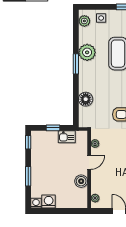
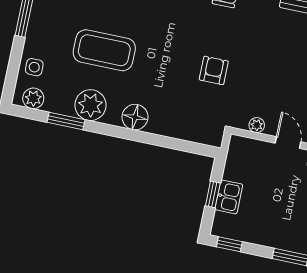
window: (76, 64) -> (66, 121), moved
floor lamp: (86, 99) -> (135, 117), moved
kitchen sink: (67, 137) -> (229, 197), moved

